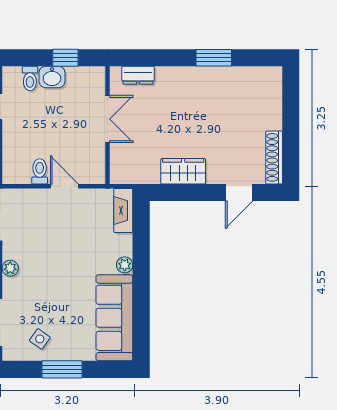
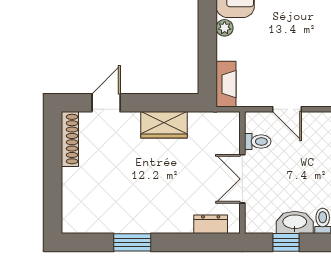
washbasin: (52, 77) -> (295, 222), width x1.38
toilet: (40, 171) -> (258, 142), moved, turned -90

